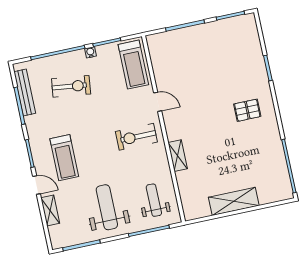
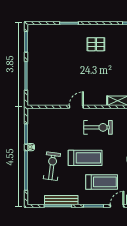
treadmill: (133, 65) -> (85, 158), moved
bench: (25, 92) -> (61, 200), moved
pallet: (247, 110) -> (96, 44), turned 90
exercise bike: (136, 137) -> (98, 127), turned -90

